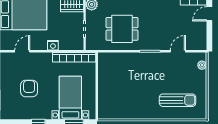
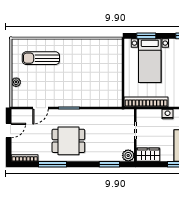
door: (209, 14) -> (9, 130), moved
dining table: (122, 29) -> (68, 141), moved
plant: (202, 65) -> (16, 82), moved

